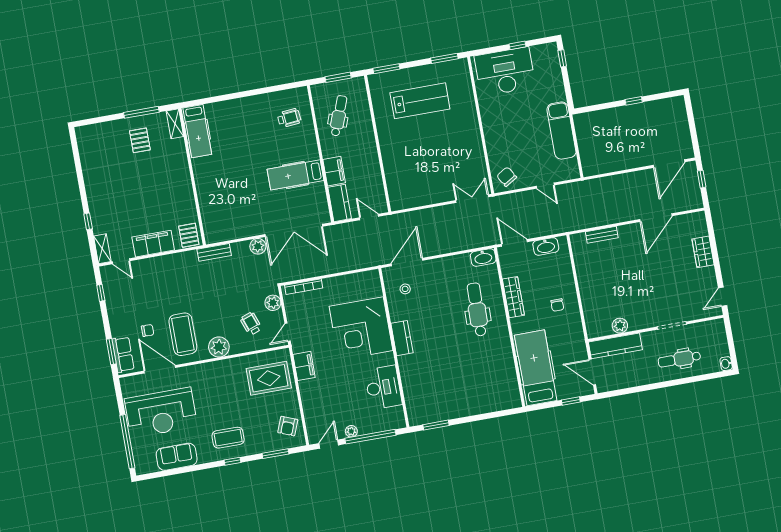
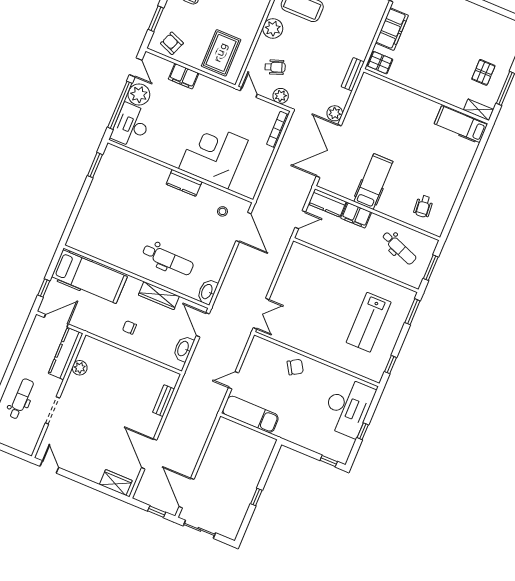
window: (444, 58) -> (390, 365), width x0.67
exam couch: (561, 131) -> (251, 414), moved
sliding door: (693, 132) -> (199, 529), added
pallet: (140, 140) -> (483, 72), turned 90
chair: (507, 177) -> (295, 367), moved
door: (514, 243) -> (203, 325), swing flipped
wardrobe: (703, 252) -> (116, 483), moved
filing cabinet: (304, 366) -> (184, 76), moved
desk: (383, 387) -> (131, 125), moved, turned 90
plant: (351, 431) -> (139, 95), width x1.88, depth x1.88

